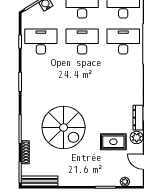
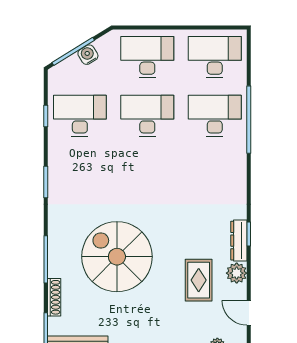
spiral stairs: (64, 127) -> (117, 257), turned 180
rug: (113, 142) -> (199, 280), turned 90

